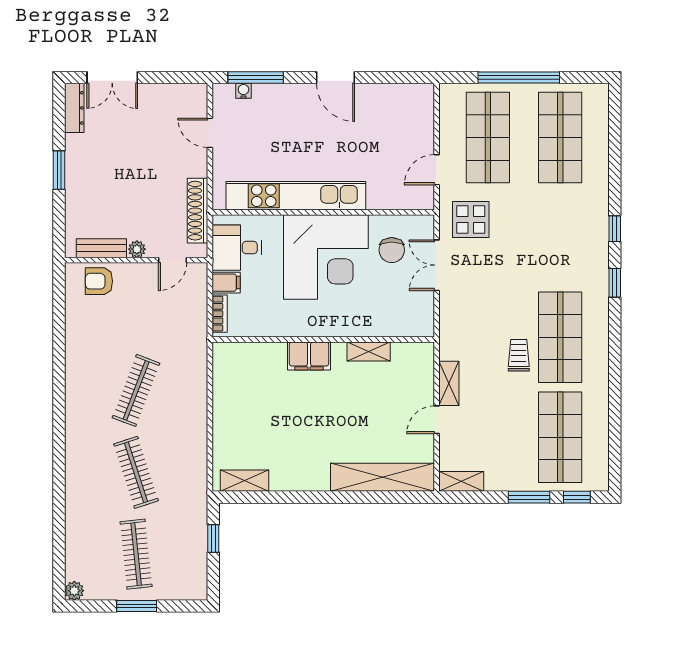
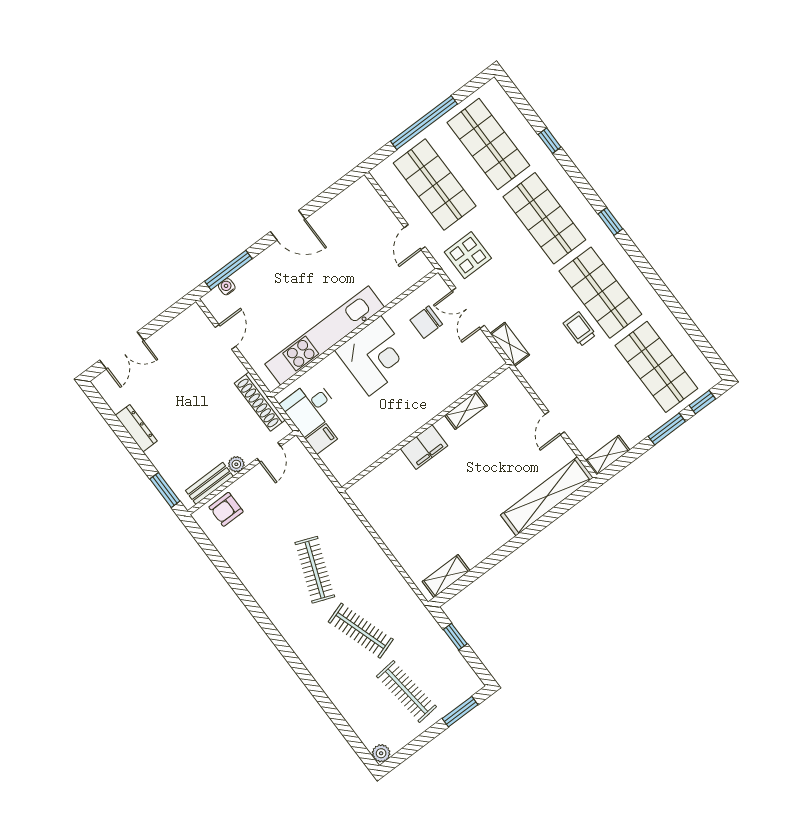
dresser: (74, 108) -> (136, 428), moved
door: (210, 133) -> (225, 337), swing flipped
window: (59, 170) -> (165, 490), moved
window: (615, 229) -> (550, 141), moved
shop shelf: (560, 237) -> (544, 218), added
chair: (392, 250) -> (426, 322), turned 90
corner desk: (326, 257) -> (375, 356), width x0.74, depth x0.74
bookcase: (220, 314) -> (334, 466), removed
shelving: (449, 383) -> (510, 344), moved
window: (137, 606) -> (460, 712), moved

